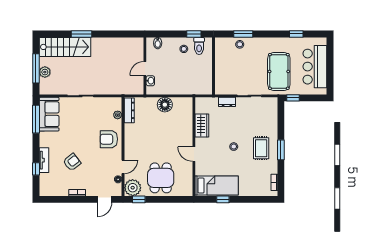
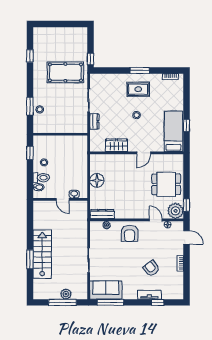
toilet: (199, 46) -> (41, 178), moved
stairs: (65, 47) -> (42, 254), moved
bar counter: (315, 67) -> (61, 38), removed

